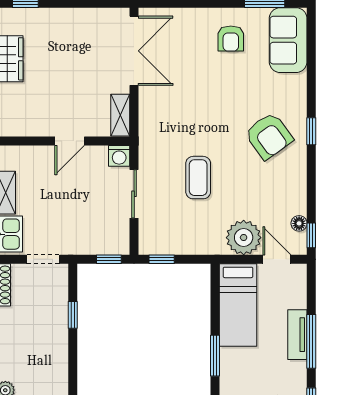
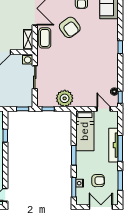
armchair: (269, 136) -> (70, 27), moved
coffee table: (198, 178) -> (45, 38), moved
plant: (244, 238) -> (65, 98), moved
tv unit: (297, 335) -> (114, 145), width x1.41

